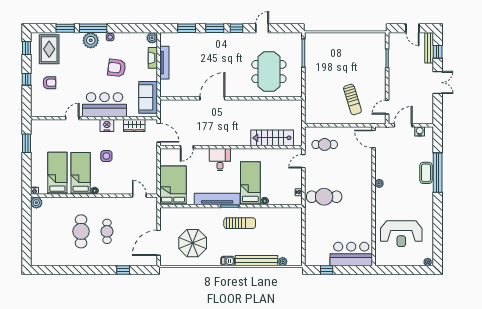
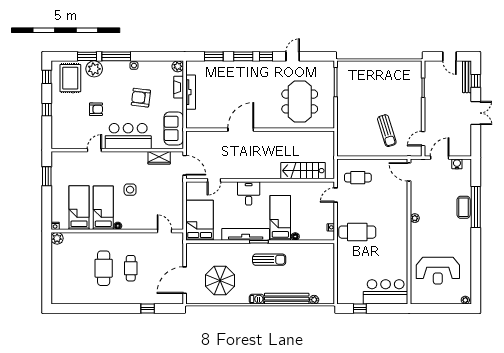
plant: (91, 40) -> (94, 69), moved
armchair: (49, 83) -> (96, 109), moved
nightstand: (107, 125) -> (131, 158), removed

